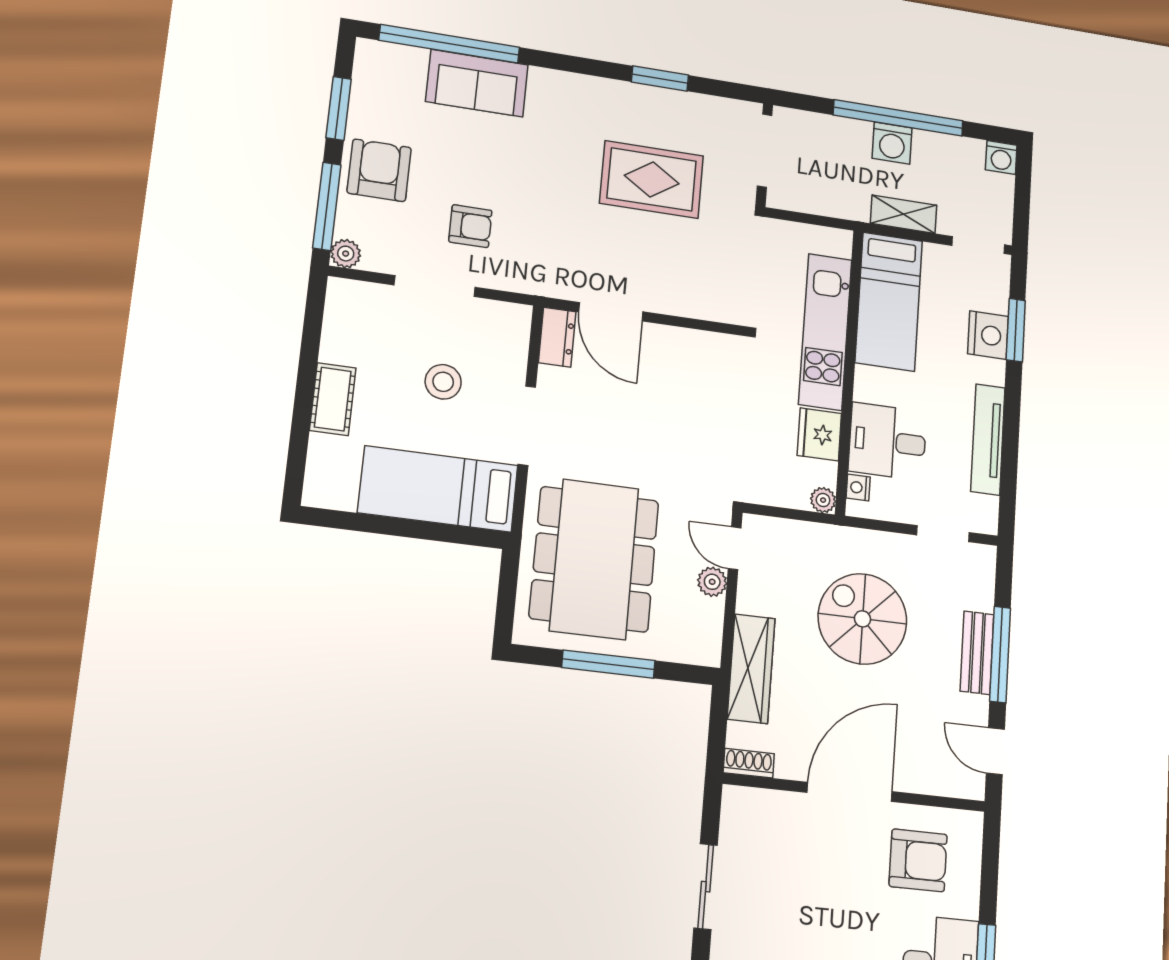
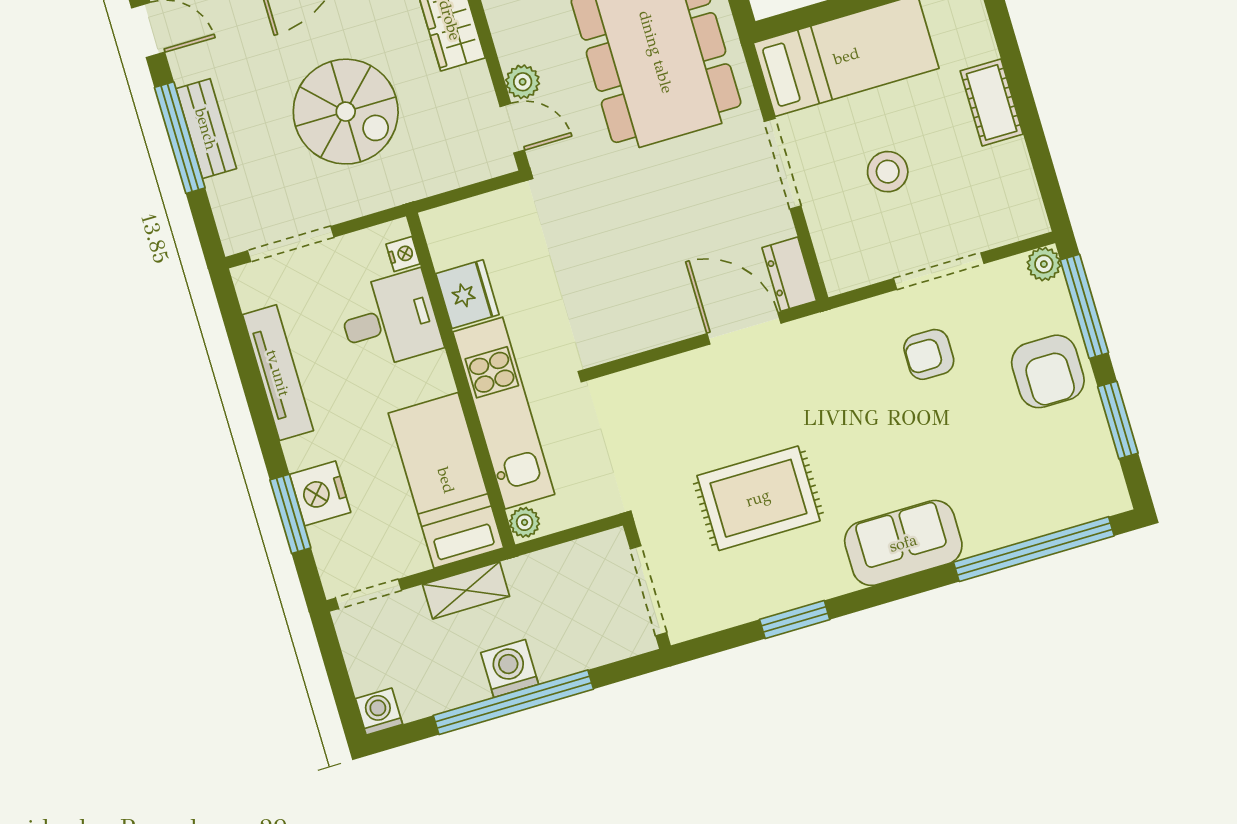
sofa: (477, 83) -> (903, 543), moved
plant: (823, 500) -> (525, 522), moved
doorway: (943, 534) -> (291, 244), width x1.38

